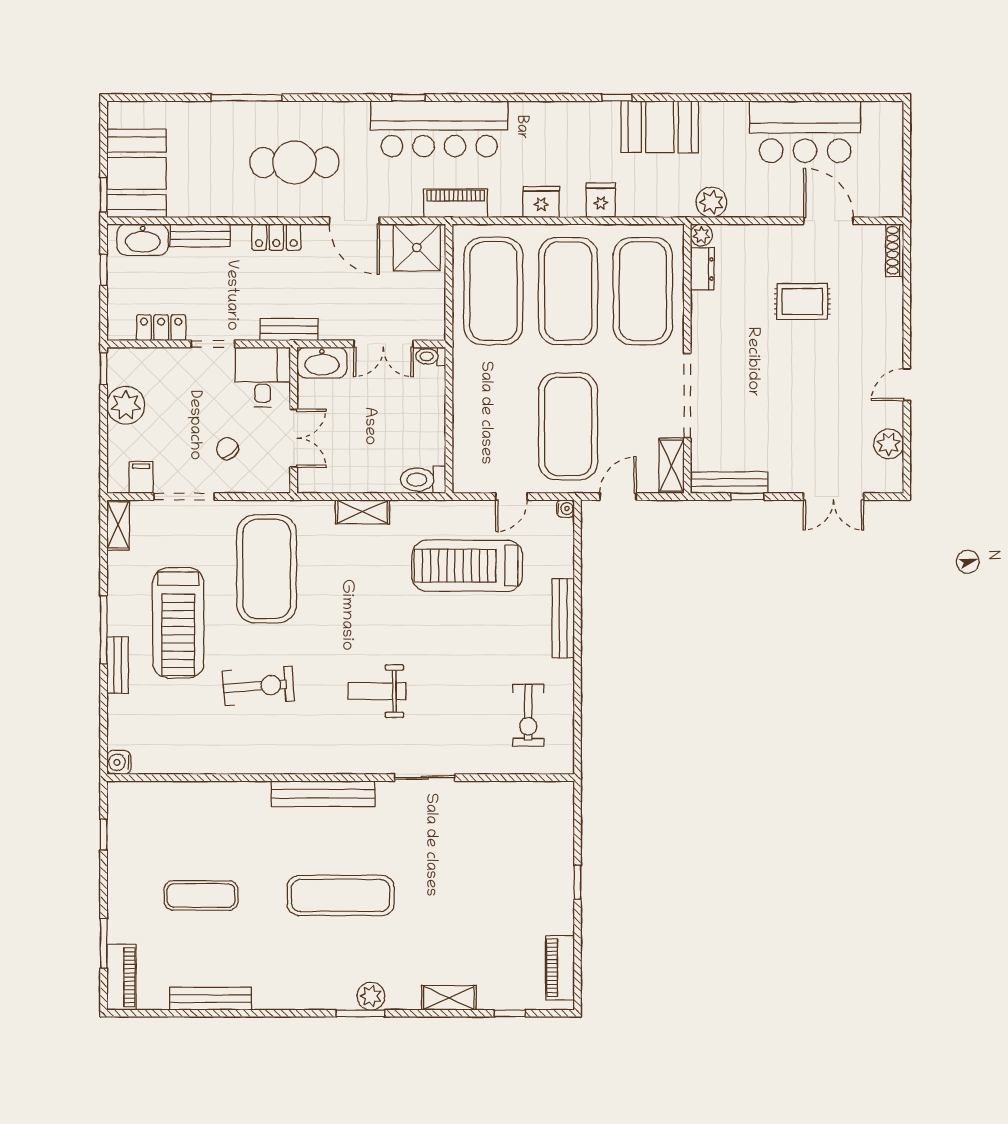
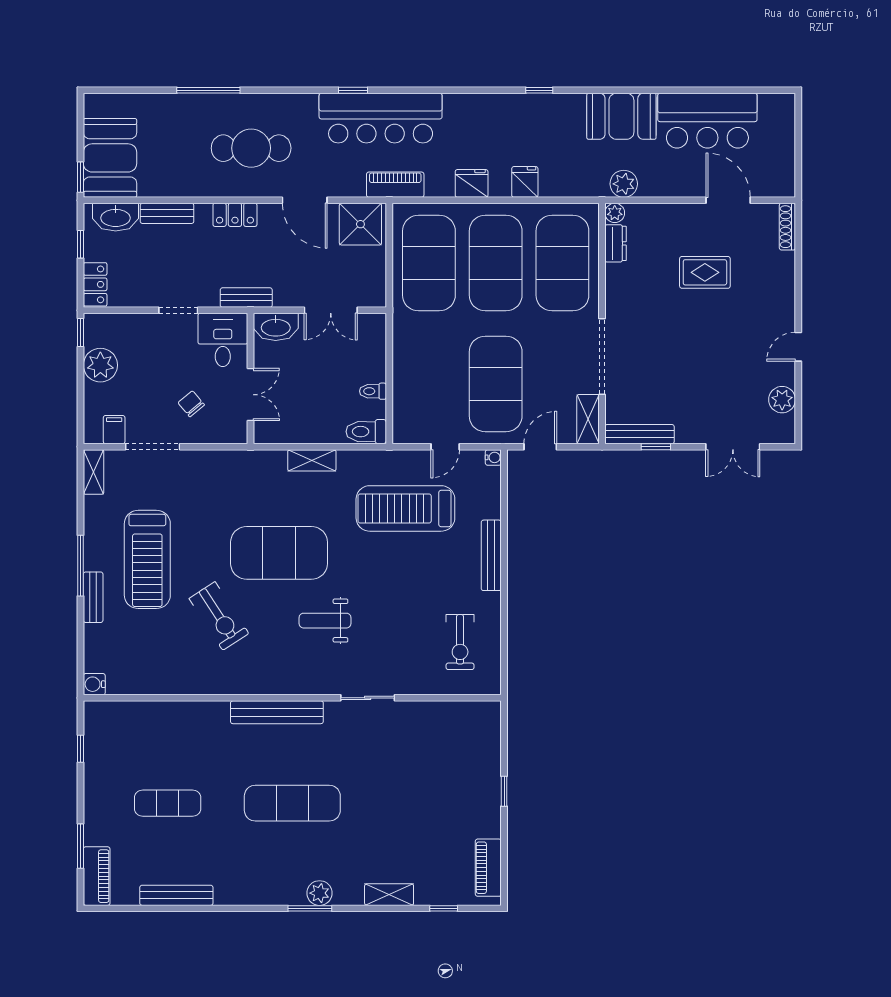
booth: (660, 127) -> (621, 116), moved
locker: (161, 328) -> (95, 284), moved, turned 90
toilet: (431, 356) -> (373, 391), moved
exercise mat: (267, 569) -> (279, 553), moved, turned 90
exercise bike: (258, 686) -> (219, 616), turned 61

